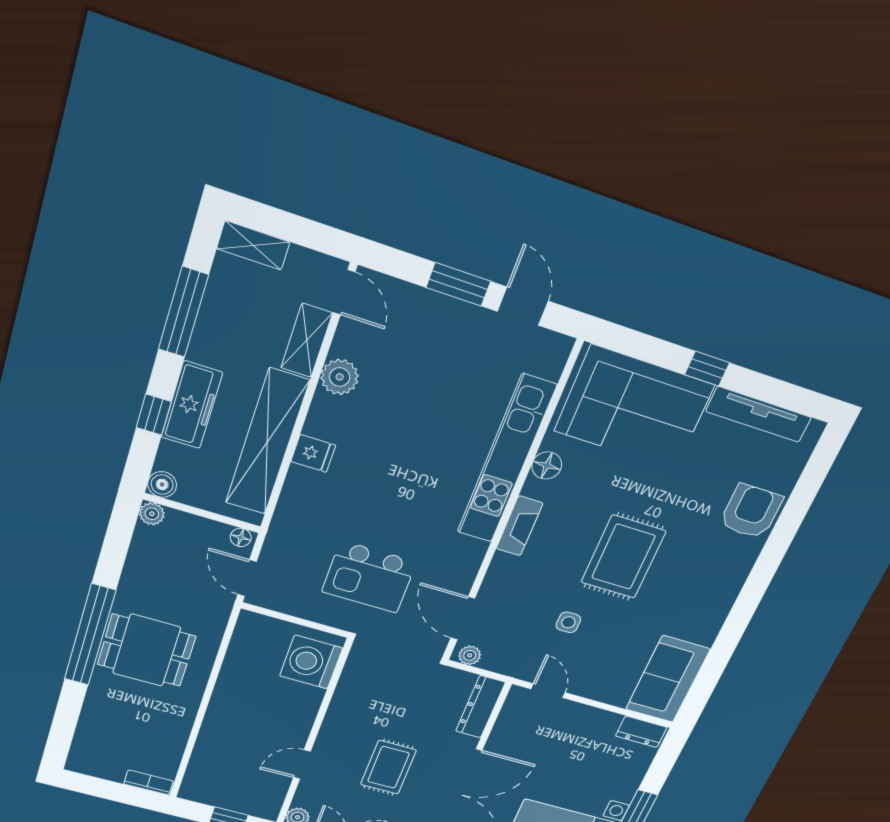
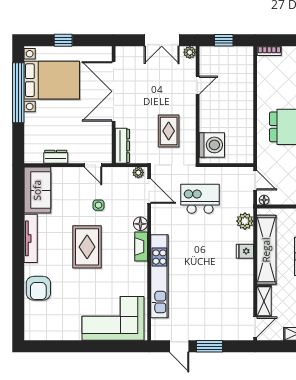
door: (344, 292) -> (255, 327), swing flipped
window: (707, 369) -> (89, 346), removed
plant: (340, 377) -> (245, 221), moved
tv unit: (759, 414) -> (31, 238), moved, turned 90
floor lamp: (547, 465) -> (140, 224), moved
dresser: (641, 732) -> (56, 157), moved
rug: (388, 767) -> (169, 131), moved

